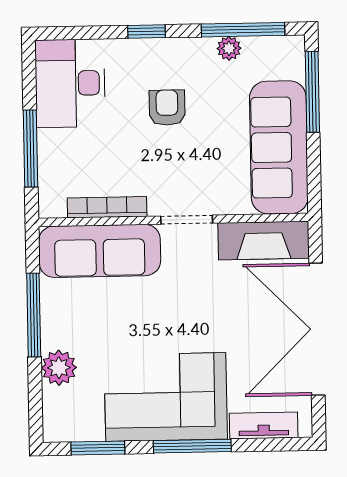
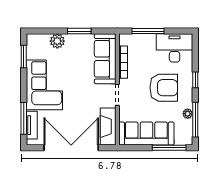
armchair: (167, 108) -> (164, 88), width x1.88, depth x1.88
window: (34, 315) -> (79, 31), width x0.69
window: (192, 446) -> (24, 118), moved

